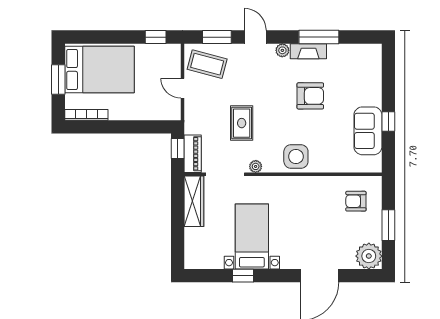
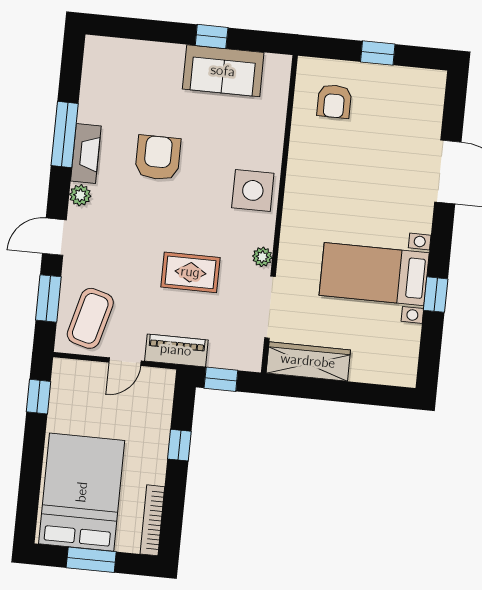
window: (134, 127) -> (179, 445), added
piano: (193, 154) -> (176, 350), moved
window: (388, 225) -> (378, 53), width x0.67
plant: (369, 256) -> (424, 90), removed

